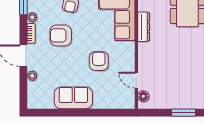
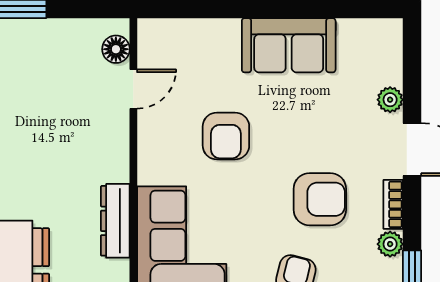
door: (136, 80) -> (133, 89), hinge flipped

